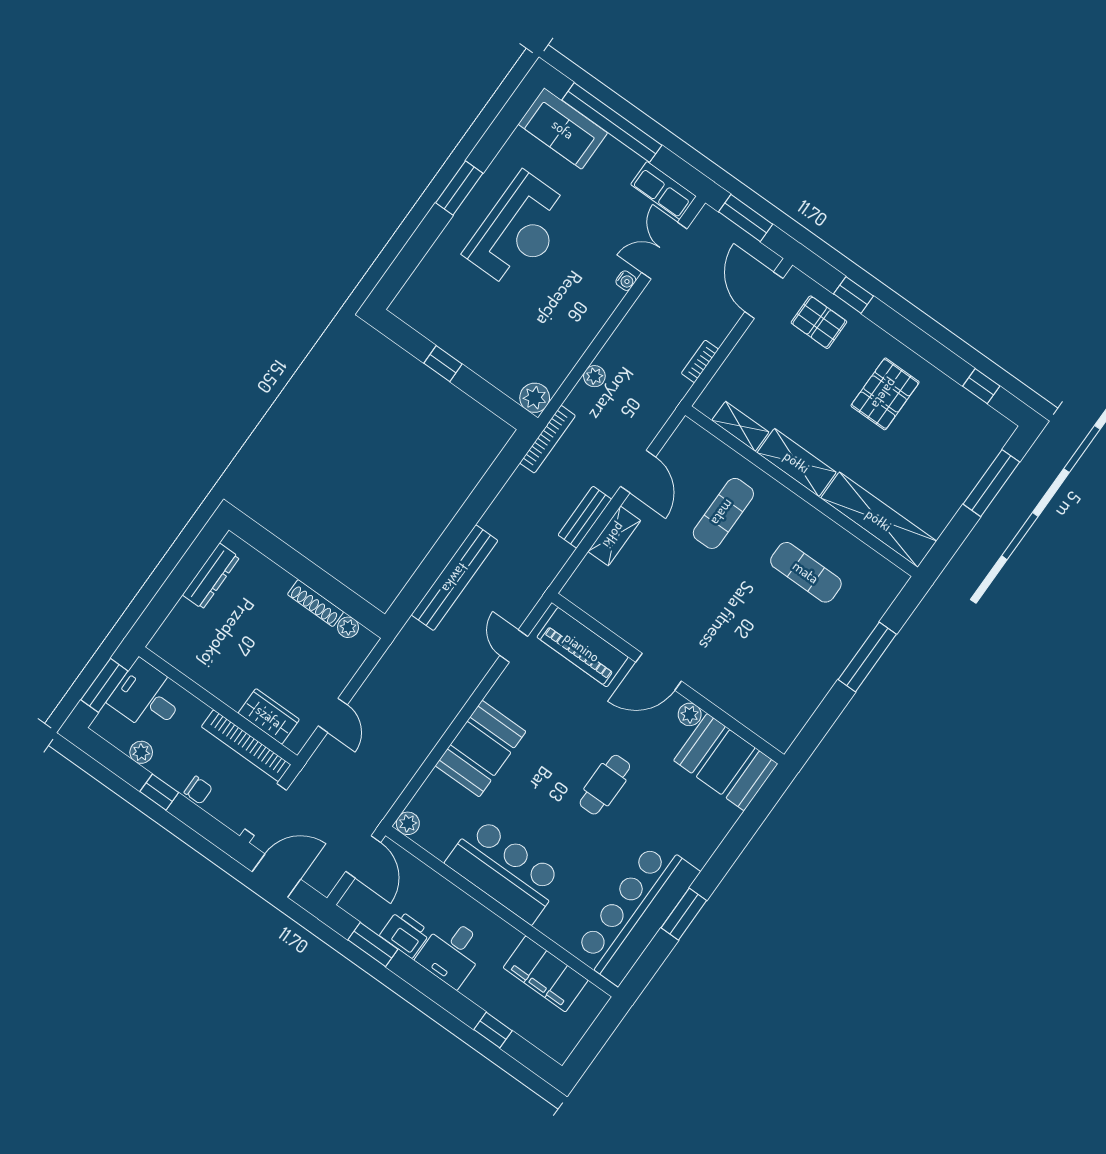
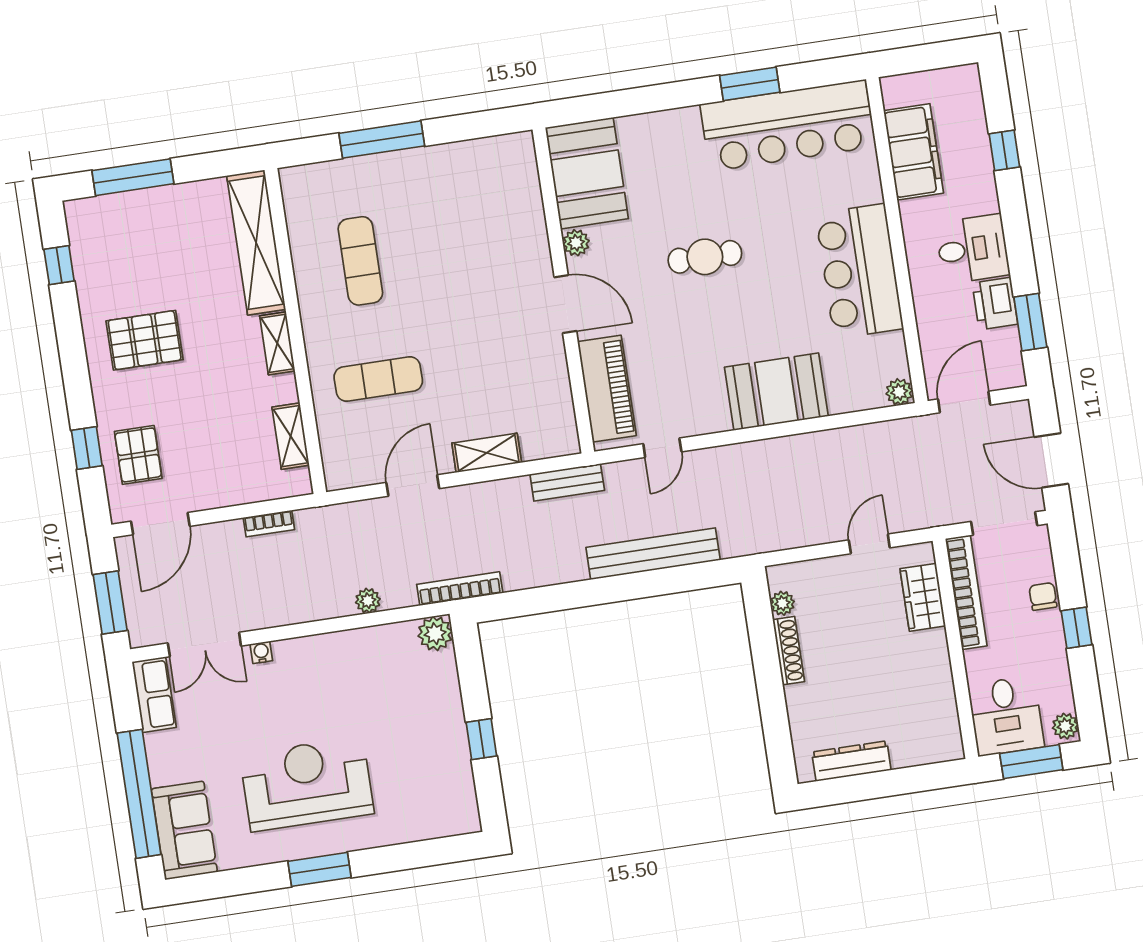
shelving: (797, 462) -> (277, 343), width x0.67, depth x0.75
bench: (585, 517) -> (567, 482), moved
plant: (141, 752) -> (1065, 726), moved

